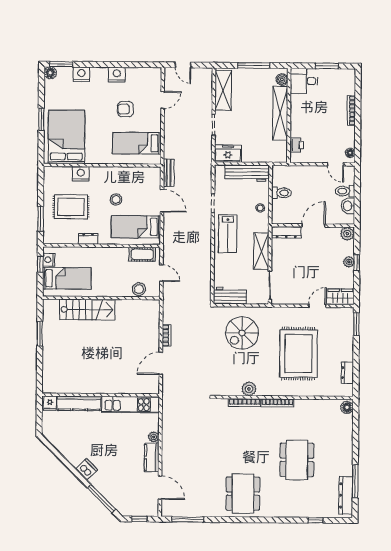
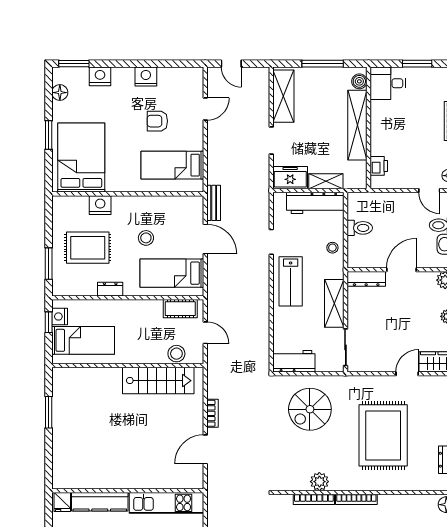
floor lamp: (50, 73) -> (60, 93), moved
shelving: (256, 157) -> (326, 181), added
stairs: (87, 310) -> (158, 381), moved

